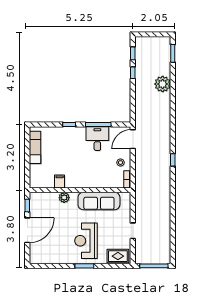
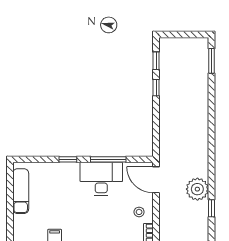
plant: (163, 84) -> (197, 189), moved
desk: (97, 139) -> (101, 179), width x1.37
door: (133, 139) -> (156, 180), hinge flipped

